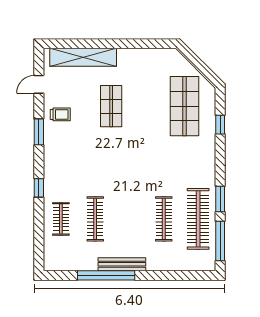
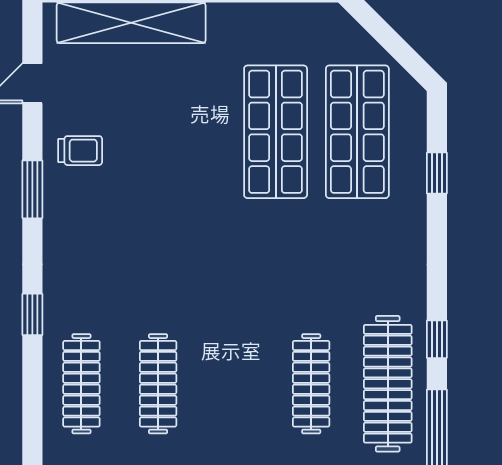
shop shelf: (111, 106) -> (276, 132), moved, width x1.43, depth x1.36
window: (220, 199) -> (437, 339), width x0.67
clothes rail: (61, 219) -> (81, 384), width x1.36

